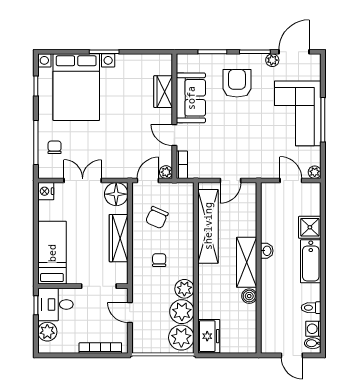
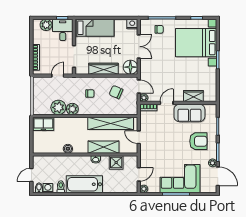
shower: (310, 227) -> (116, 163), moved
bathtub: (311, 261) -> (84, 184), width x1.36, depth x1.36
shelving: (247, 262) -> (104, 147), moved
plant: (181, 338) -> (42, 107), removed

